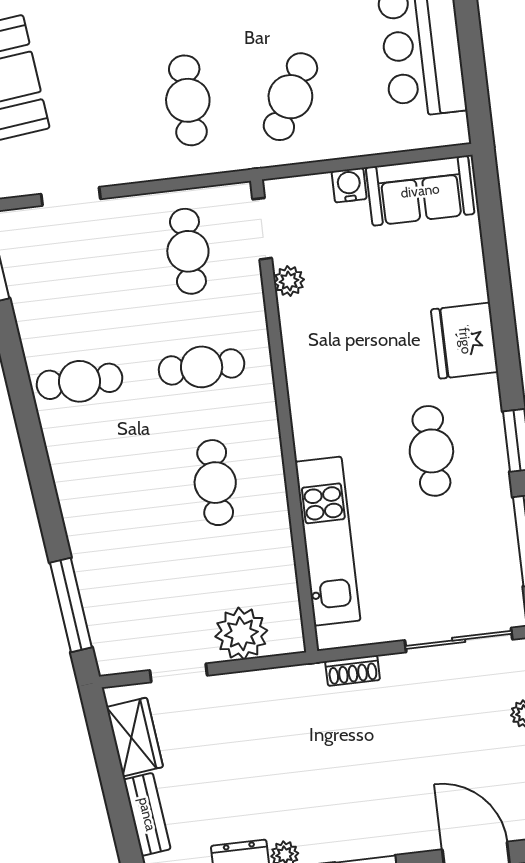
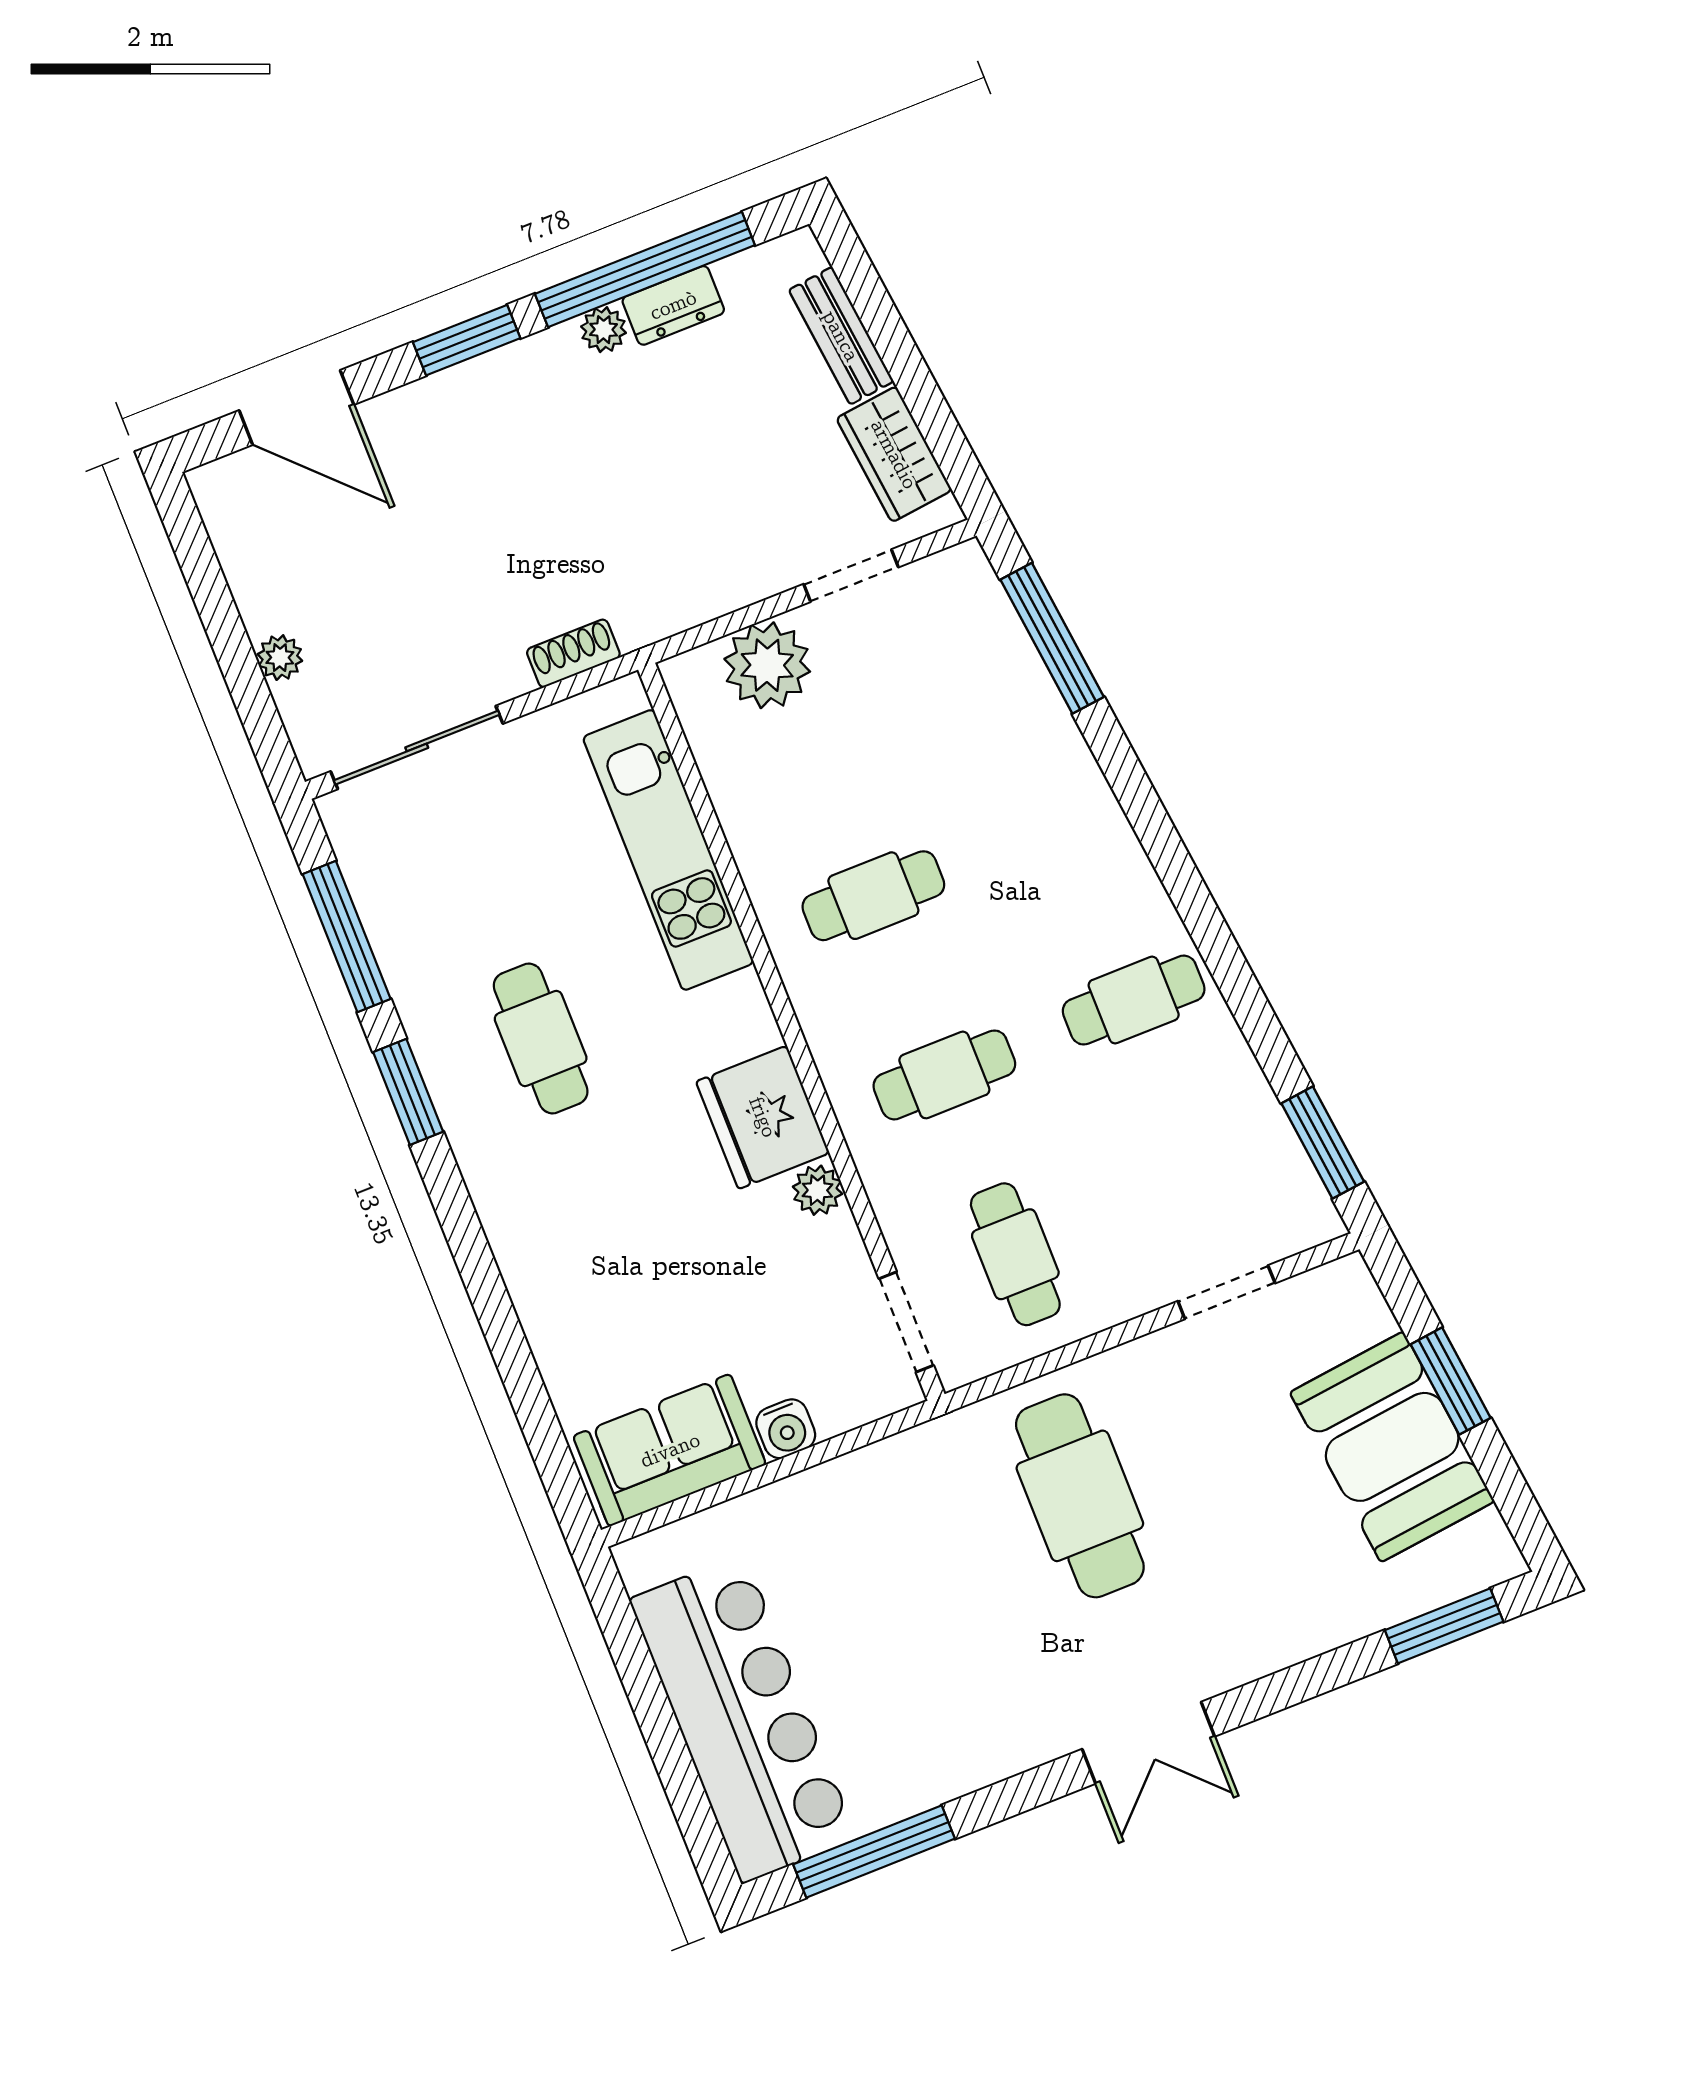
cafe table: (290, 97) -> (917, 1545), removed
cafe table: (188, 100) -> (1080, 1496), width x1.37, depth x1.35
plant: (289, 281) -> (817, 1190), moved
fridge: (465, 341) -> (763, 1117), moved, turned 180
cafe table: (215, 483) -> (873, 896), turned 90

